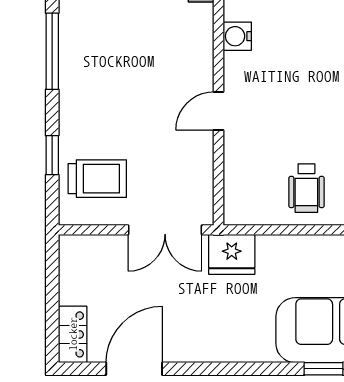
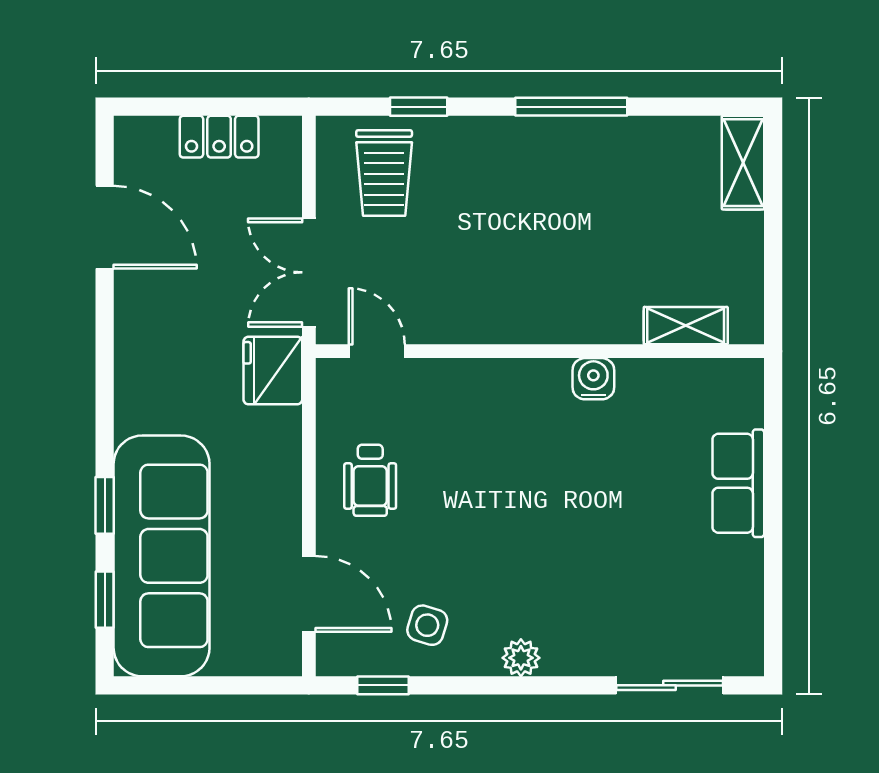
door: (219, 111) -> (377, 351), moved
wheelchair: (306, 188) -> (370, 480), turned -90
locker: (73, 334) -> (219, 137), moved

